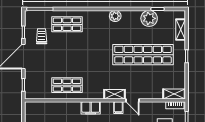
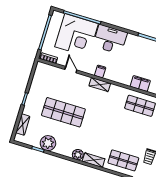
shop shelf: (143, 55) -> (63, 112), width x0.71
shelving: (174, 94) -> (94, 160), moved
door: (133, 100) -> (71, 70), moved
filing cabinet: (91, 108) -> (140, 83), moved

